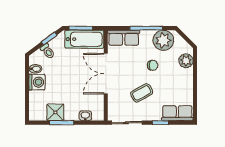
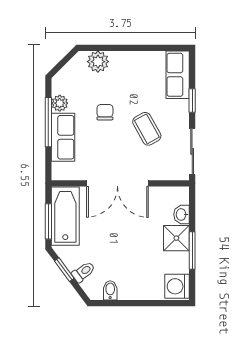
row of seats: (124, 38) -> (63, 137), moved
plant: (163, 40) -> (60, 103), width x0.53, depth x0.53
washing machine: (37, 82) -> (177, 286), moved, turned -90
shower: (55, 112) -> (176, 238), moved

